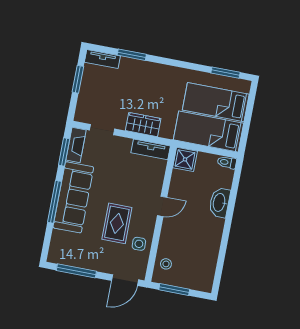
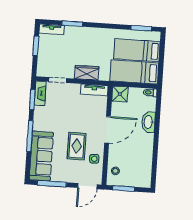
sofa: (73, 197) -> (41, 156), moved
door: (162, 206) -> (108, 130), width x1.87

